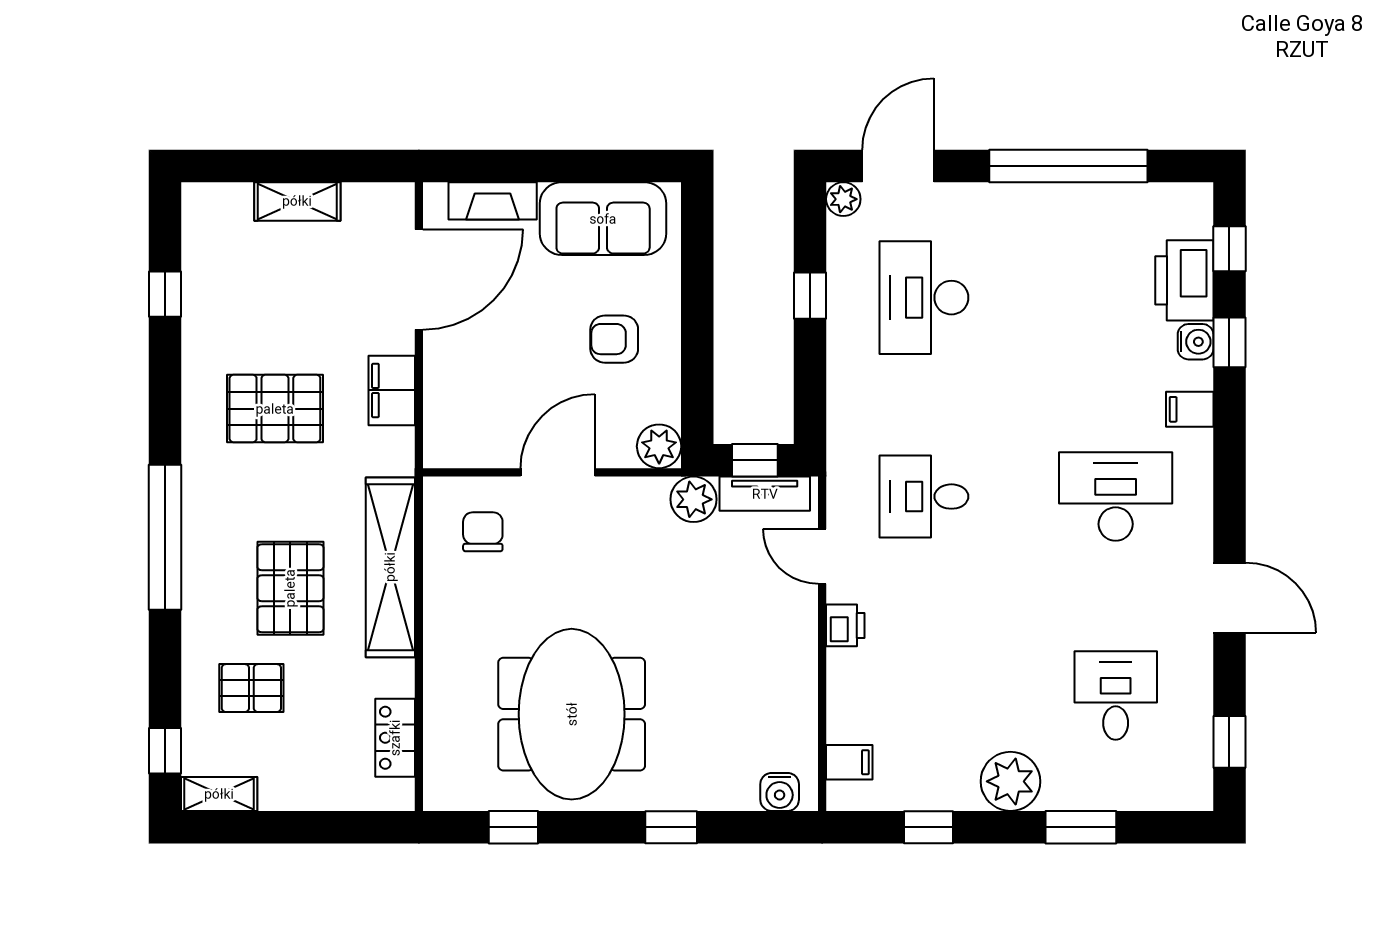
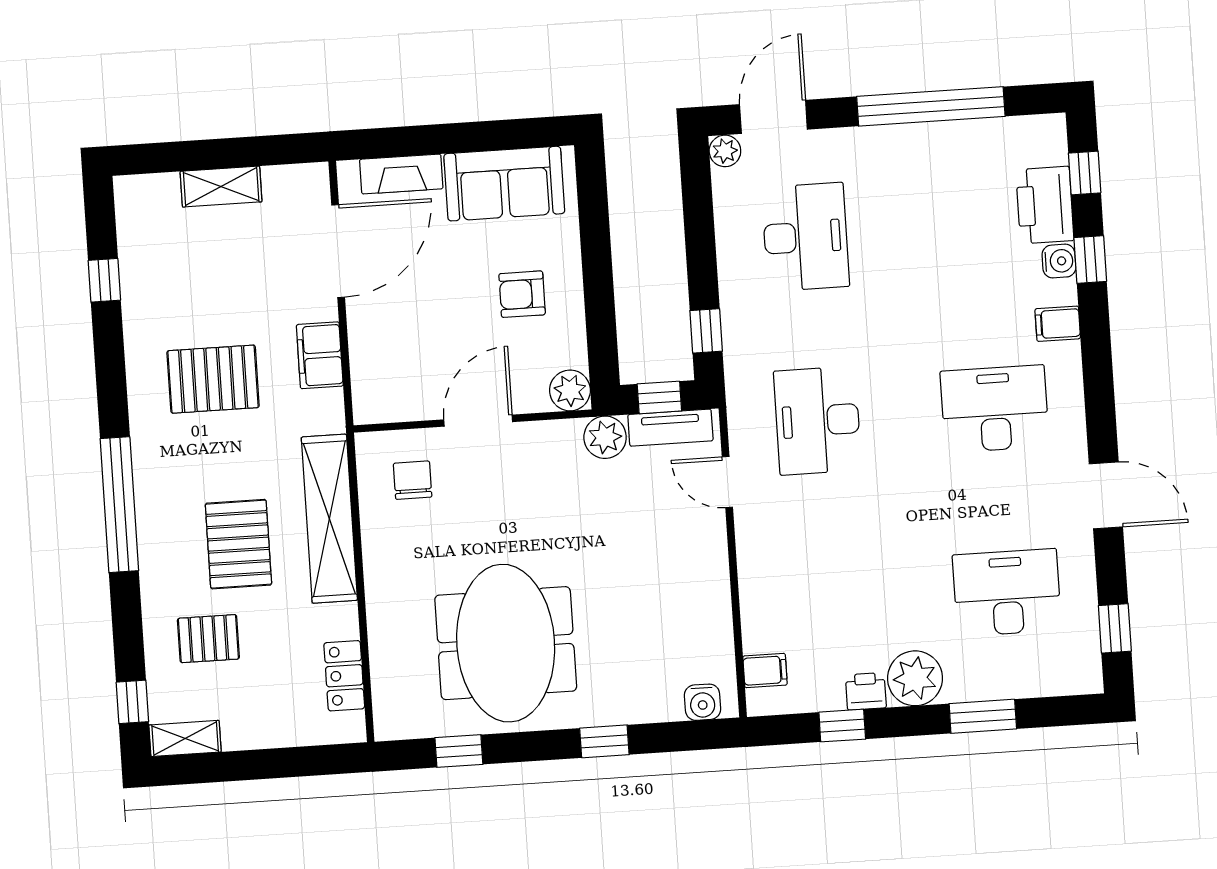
window: (810, 296) -> (706, 331), moved
desk: (924, 298) -> (805, 237), turned 180
desk: (924, 497) -> (818, 421), width x1.37
printer: (845, 625) -> (866, 691), moved, turned -90
desk: (1116, 696) -> (1007, 593), width x1.37

